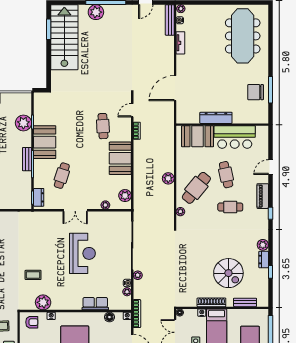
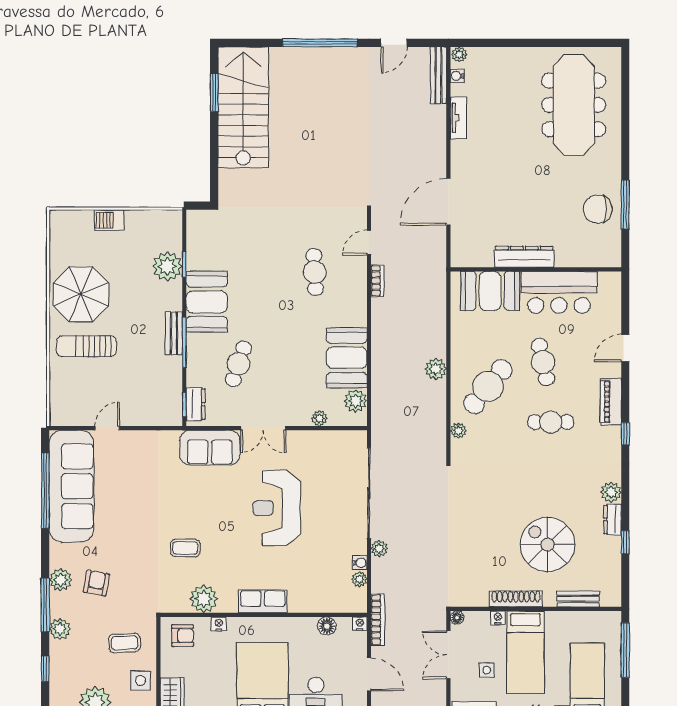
plant: (96, 12) -> (302, 61), removed
booth: (120, 158) -> (347, 358), moved
sofa: (46, 221) -> (210, 448), added
reception desk: (82, 253) -> (277, 508), turned 180
spiral stairs: (228, 273) -> (547, 544), turned 180
row of seats: (95, 304) -> (263, 601), moved

